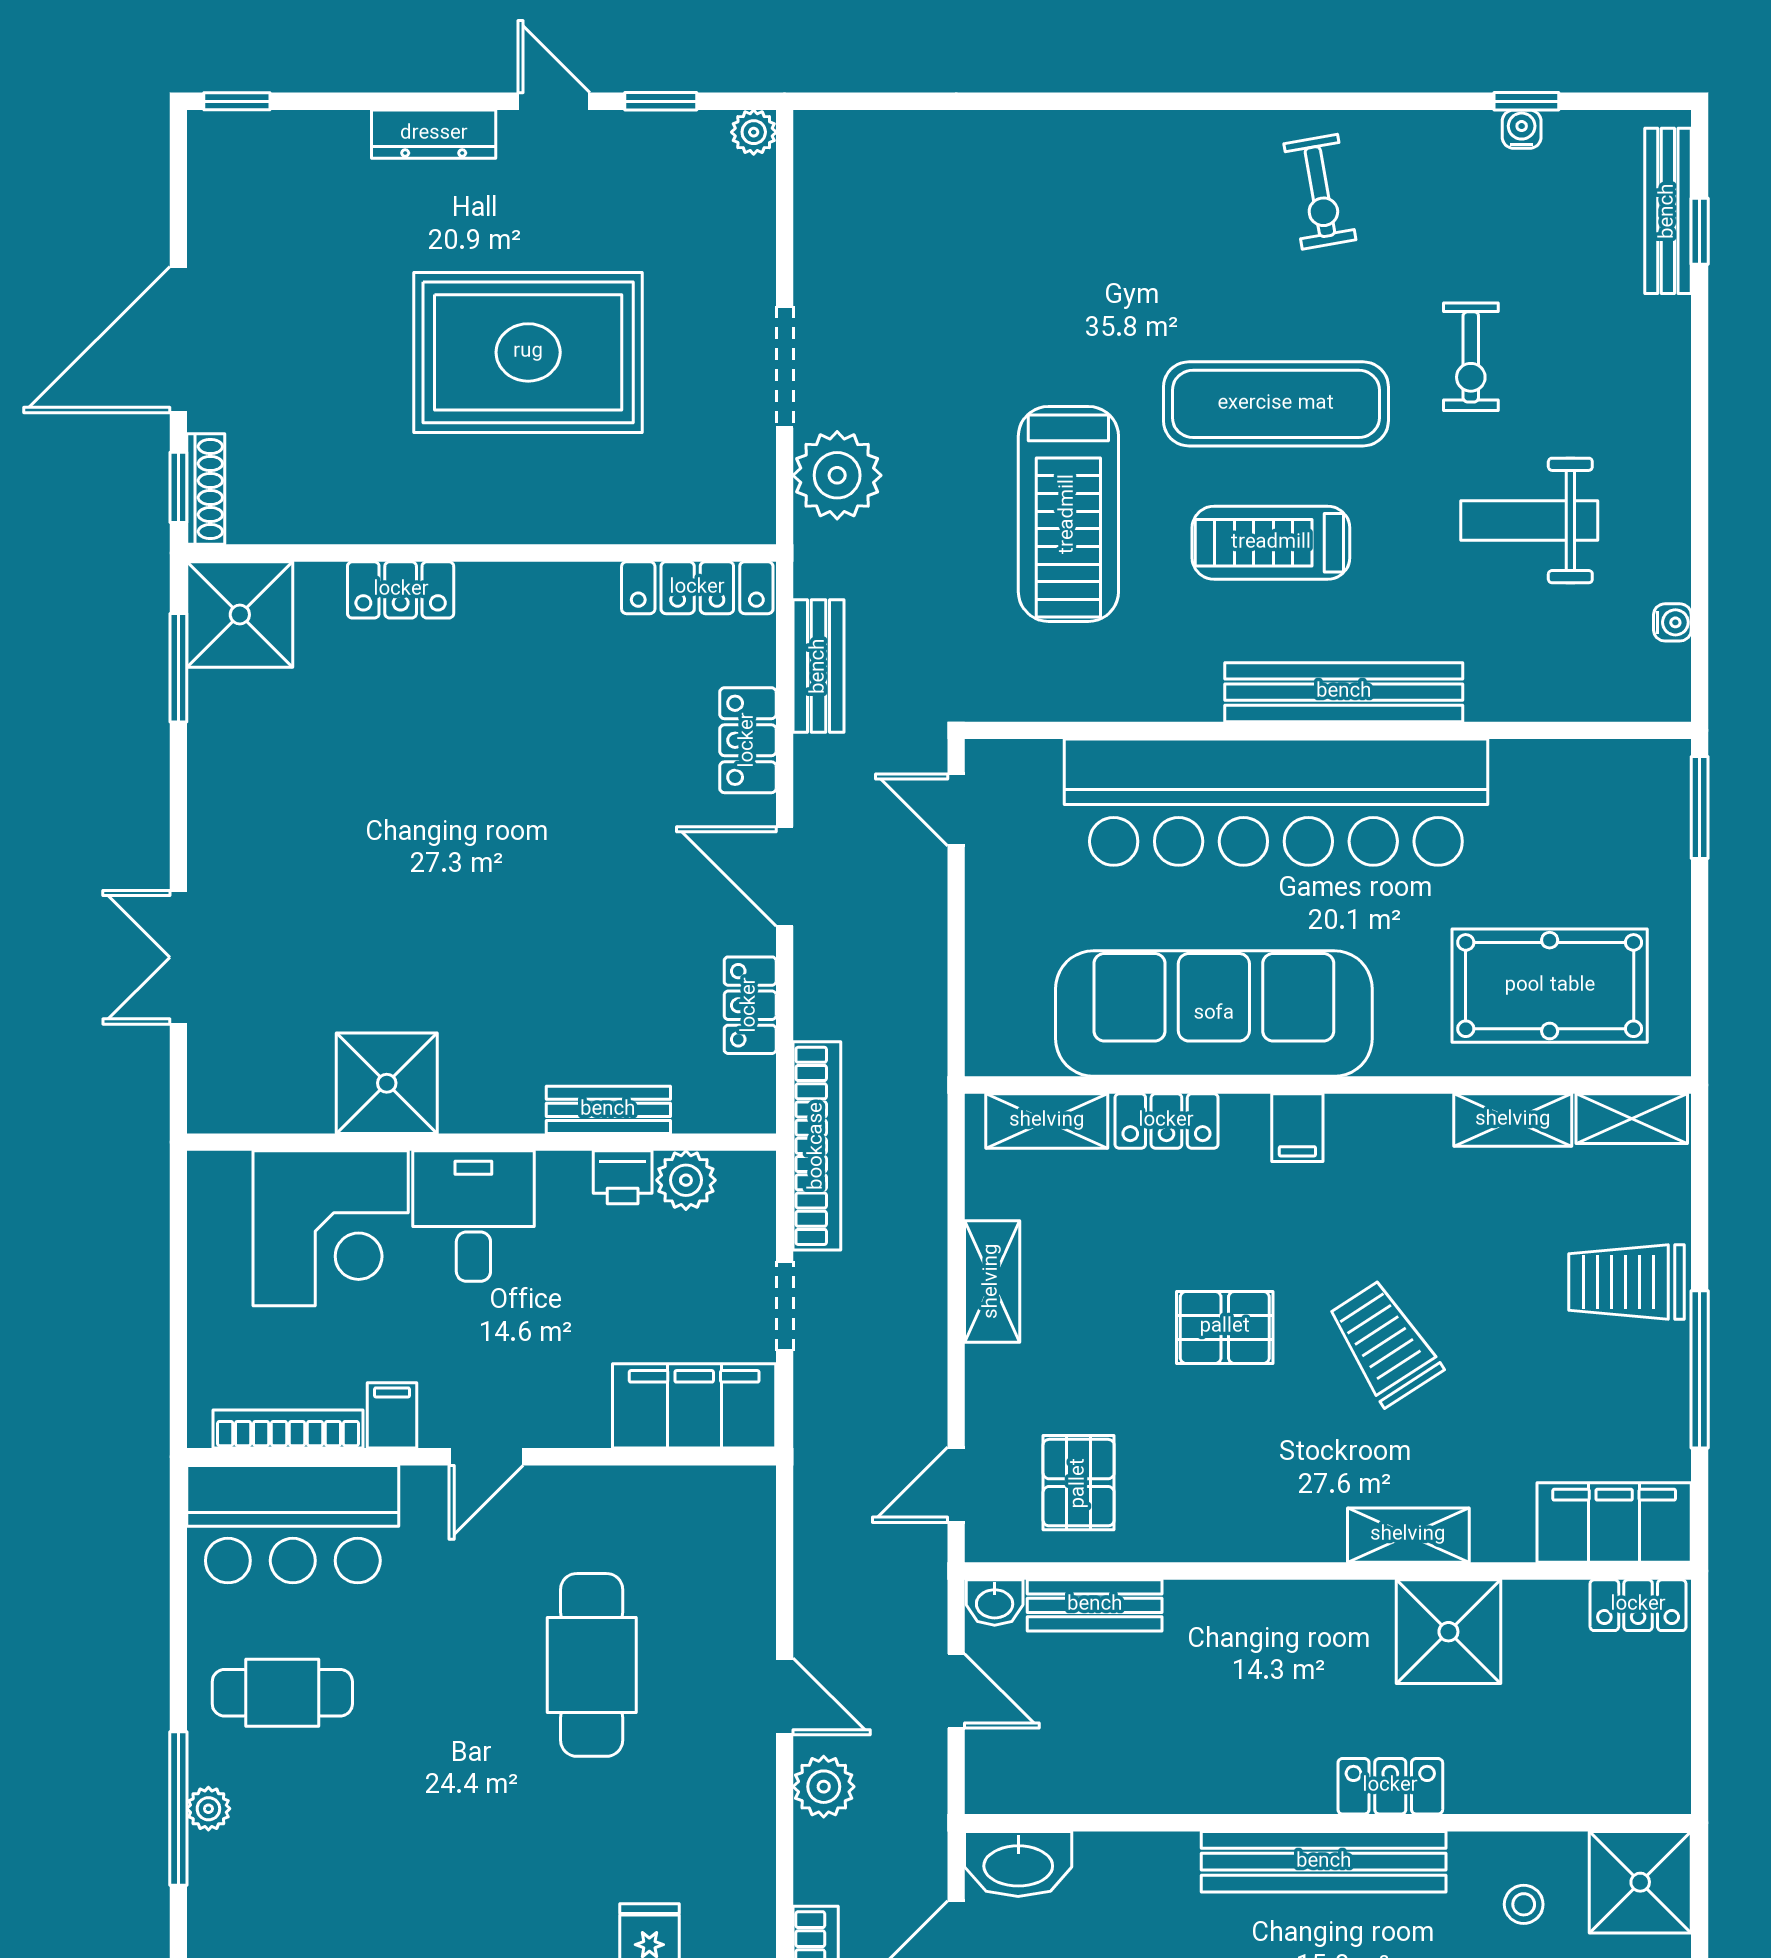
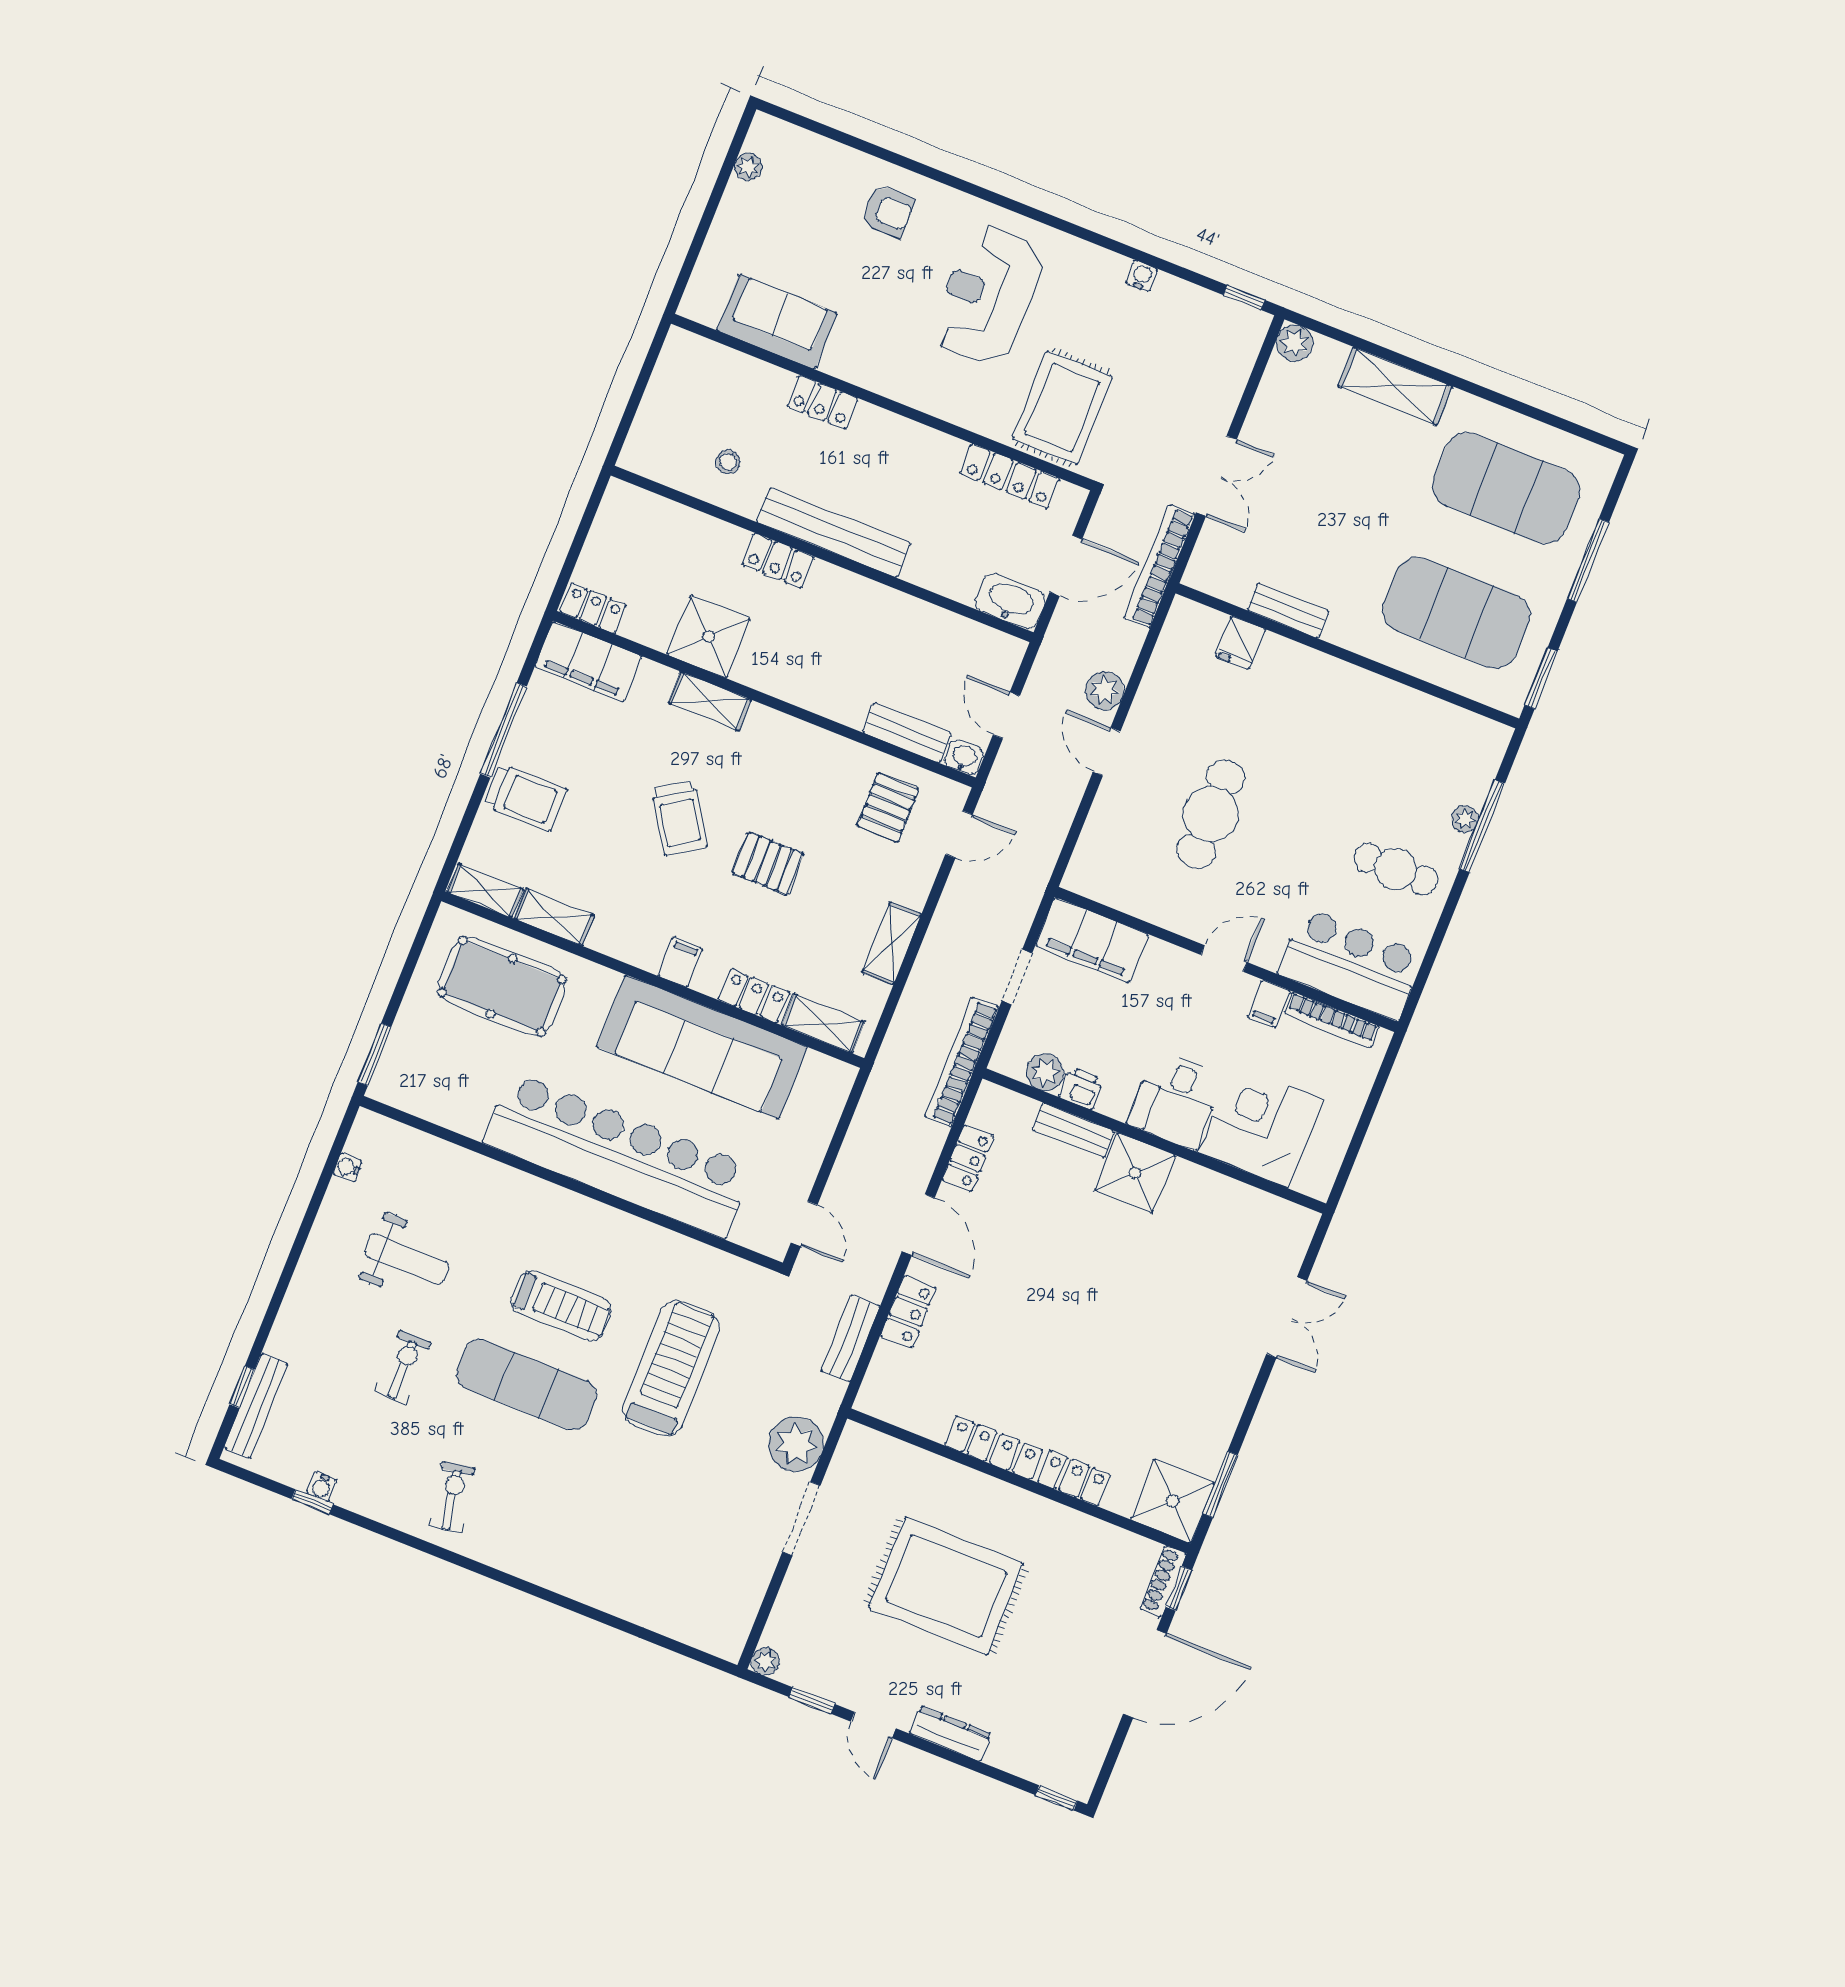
locker: (697, 588) -> (993, 1448), moved
bench: (1344, 692) -> (553, 1203), removed
shower: (387, 1083) -> (1135, 1173), moved
shower: (1640, 1882) -> (656, 448), removed

